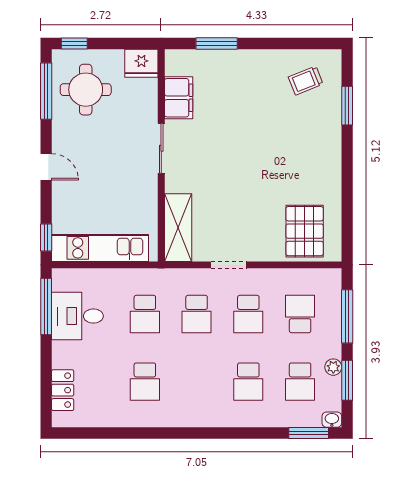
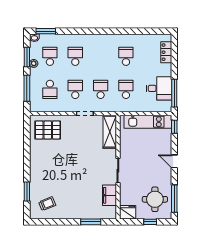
window: (74, 44) -> (150, 222), moved
pallet: (305, 231) -> (48, 130), turned 90

